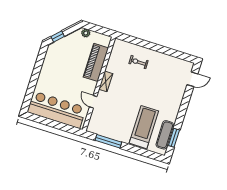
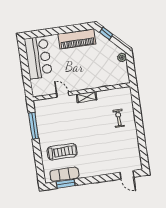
piano: (96, 62) -> (77, 39), moved, turned 180
door: (93, 102) -> (63, 94), hinge flipped
bar counter: (57, 110) -> (38, 57), width x0.73
treadmill: (144, 127) -> (62, 152), width x0.73, depth x0.73

